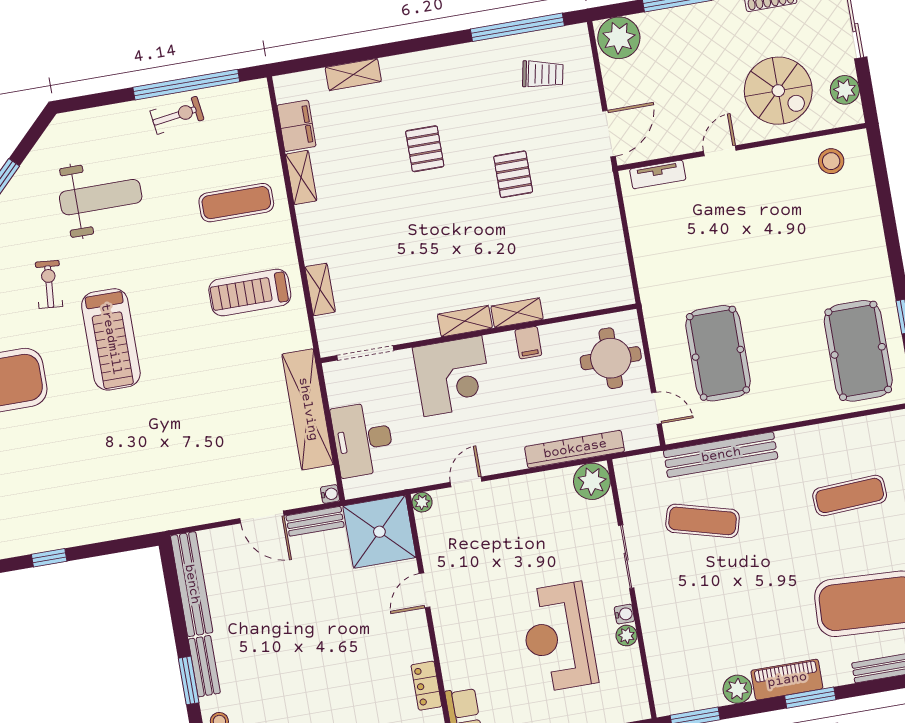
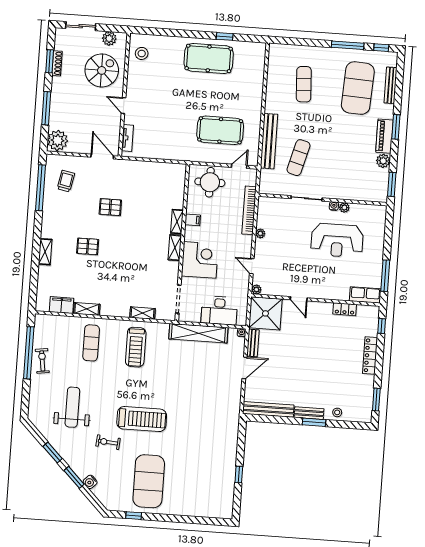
shelving: (353, 74) -> (45, 252), moved
pool table: (858, 351) -> (209, 58), moved
plant: (592, 481) -> (260, 233), moved, width x0.53, depth x0.53

